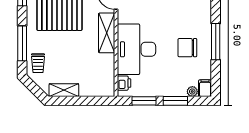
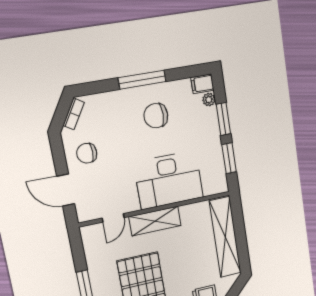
chair: (187, 48) -> (156, 116), turned 90
printer: (124, 83) -> (212, 187), removed
shelving: (64, 90) -> (225, 237), width x2.20, depth x1.33

